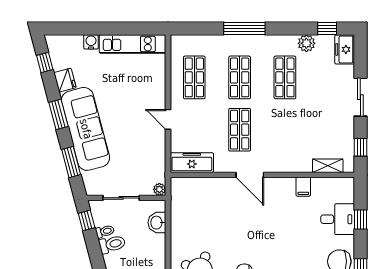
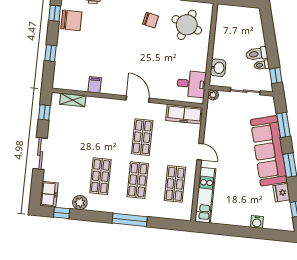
kitchen unit: (133, 44) -> (205, 195), moved, turned 90
desk: (338, 219) -> (191, 84), moved, turned 180

